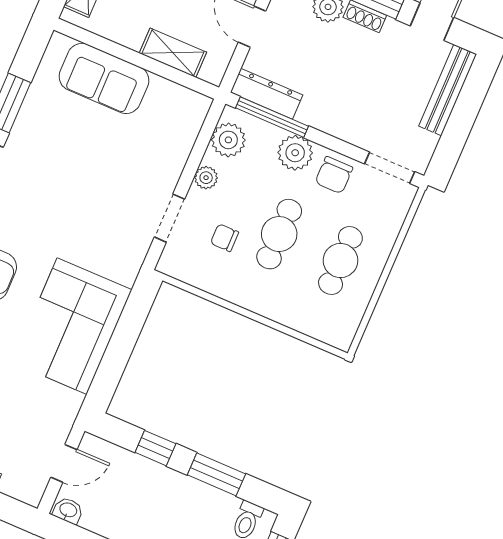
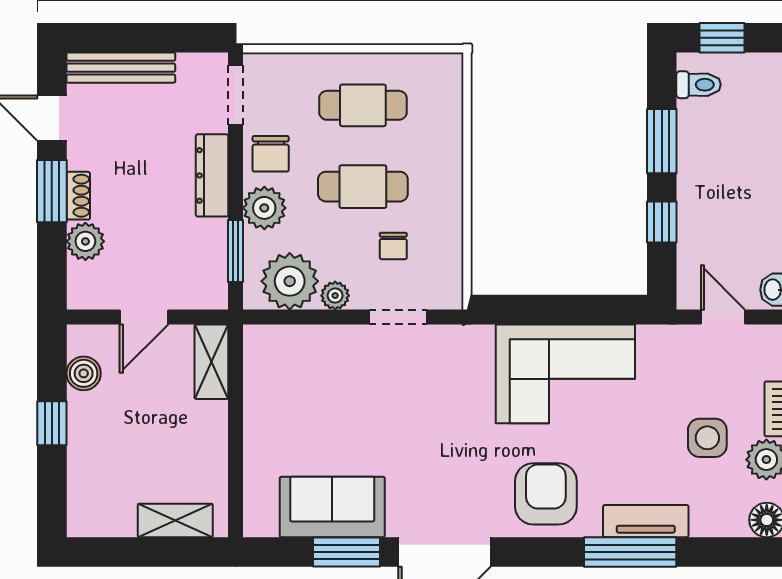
shelving: (173, 53) -> (211, 362), moved
sofa: (104, 78) -> (332, 507), moved, turned -90
dresser: (267, 94) -> (212, 175), moved
window: (272, 117) -> (236, 251), width x0.69
plant: (228, 140) -> (290, 281), width x1.36, depth x1.36
chair: (334, 175) -> (271, 154), turned 90

